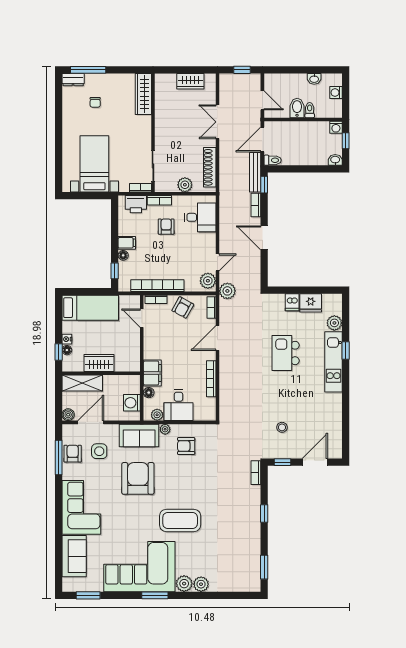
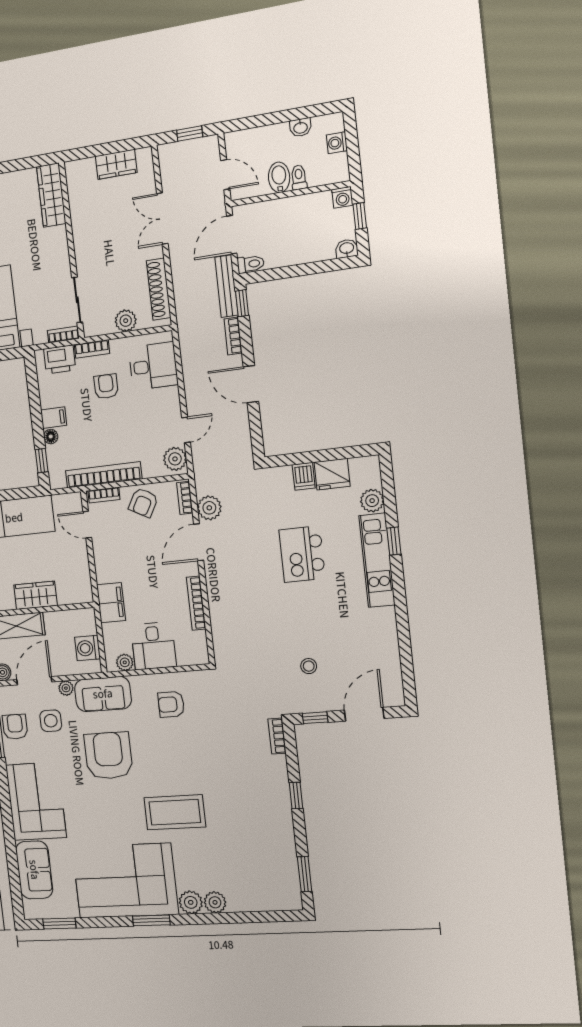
plant: (227, 291) -> (209, 508), moved
floor lamp: (149, 393) -> (109, 631), removed
plant: (165, 429) -> (66, 688), moved

